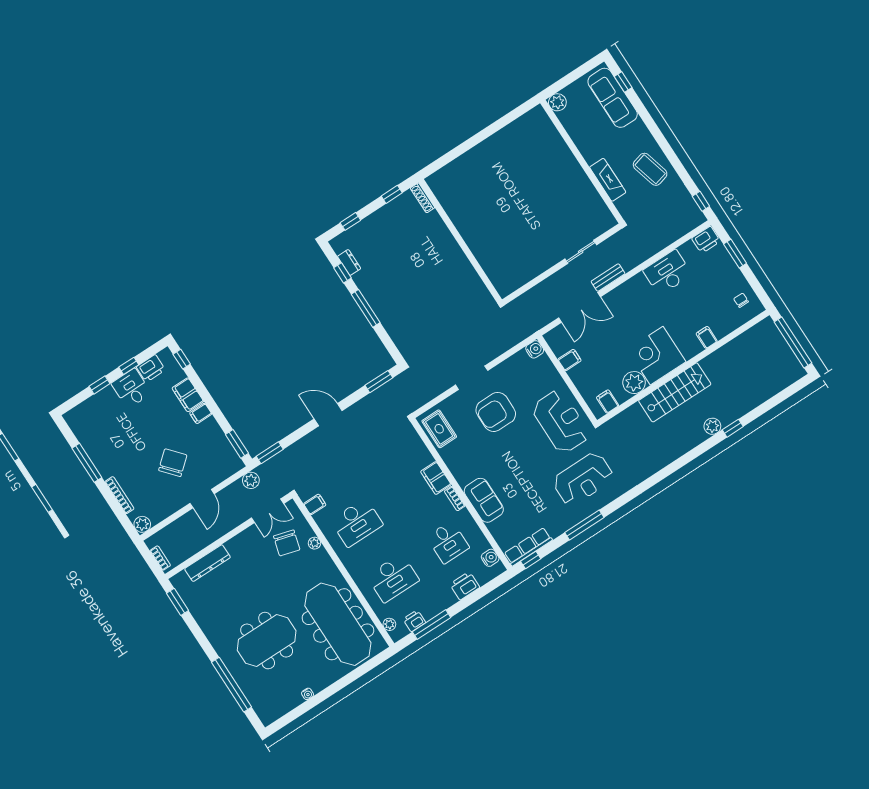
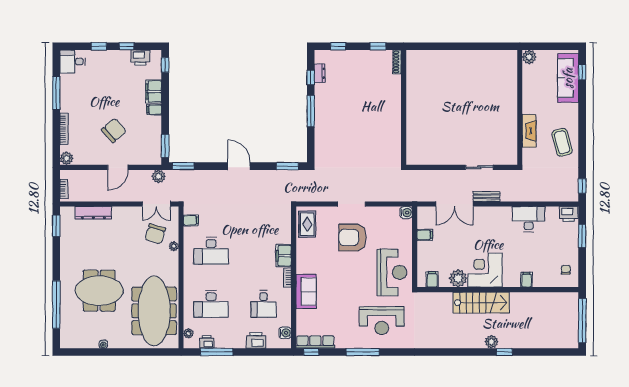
desk: (131, 388) -> (73, 62), moved, turned -90

